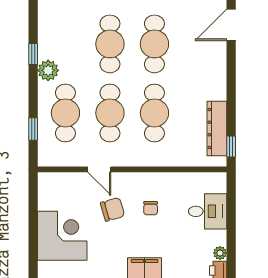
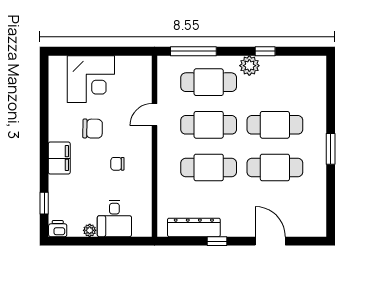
door: (231, 25) -> (270, 241), moved
window: (33, 129) -> (193, 51), width x2.17
window: (231, 147) -> (217, 241), moved
chair: (113, 209) -> (93, 129), moved, turned -73
plant: (220, 253) -> (90, 230), moved

